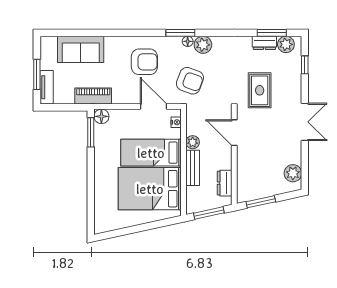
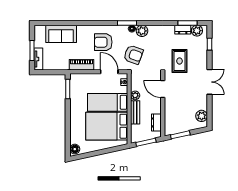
armchair: (144, 62) -> (103, 42), turned 180
piano: (93, 96) -> (82, 65), moved
floor lamp: (101, 116) -> (75, 149), moved

